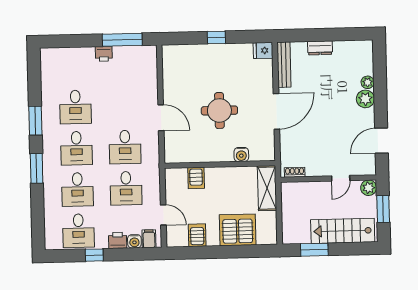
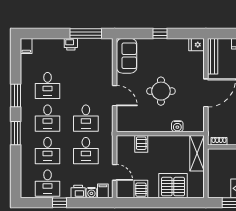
filing cabinet: (47, 57) -> (26, 46), added
sofa: (175, 67) -> (127, 56), added

